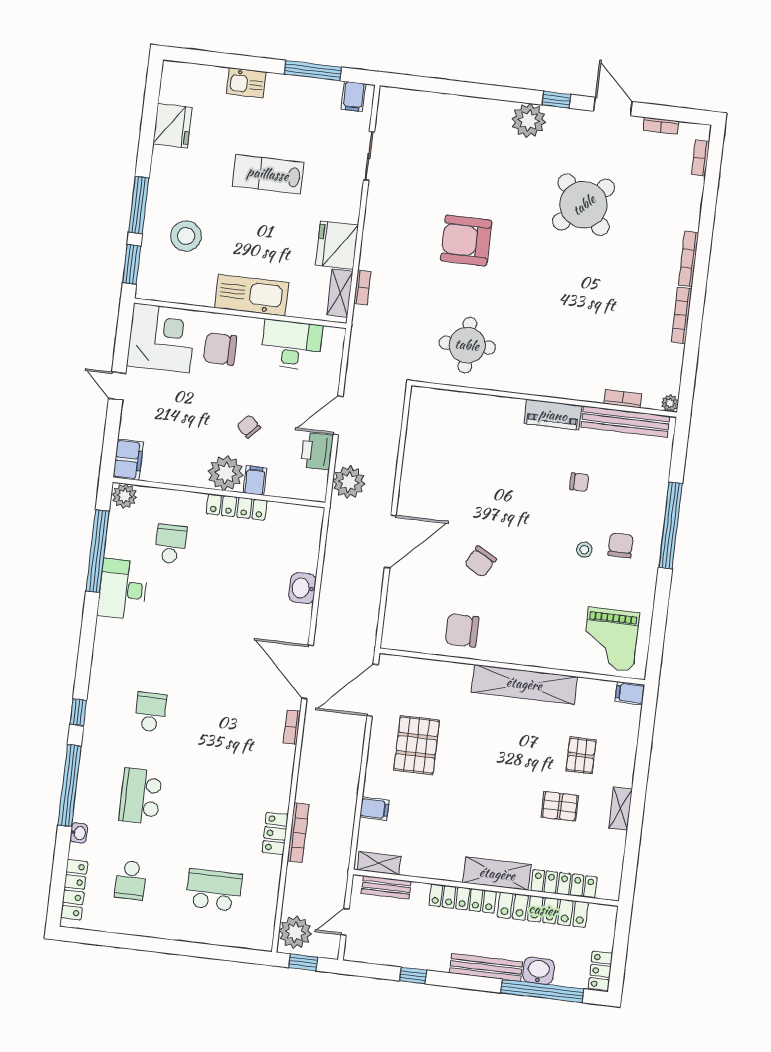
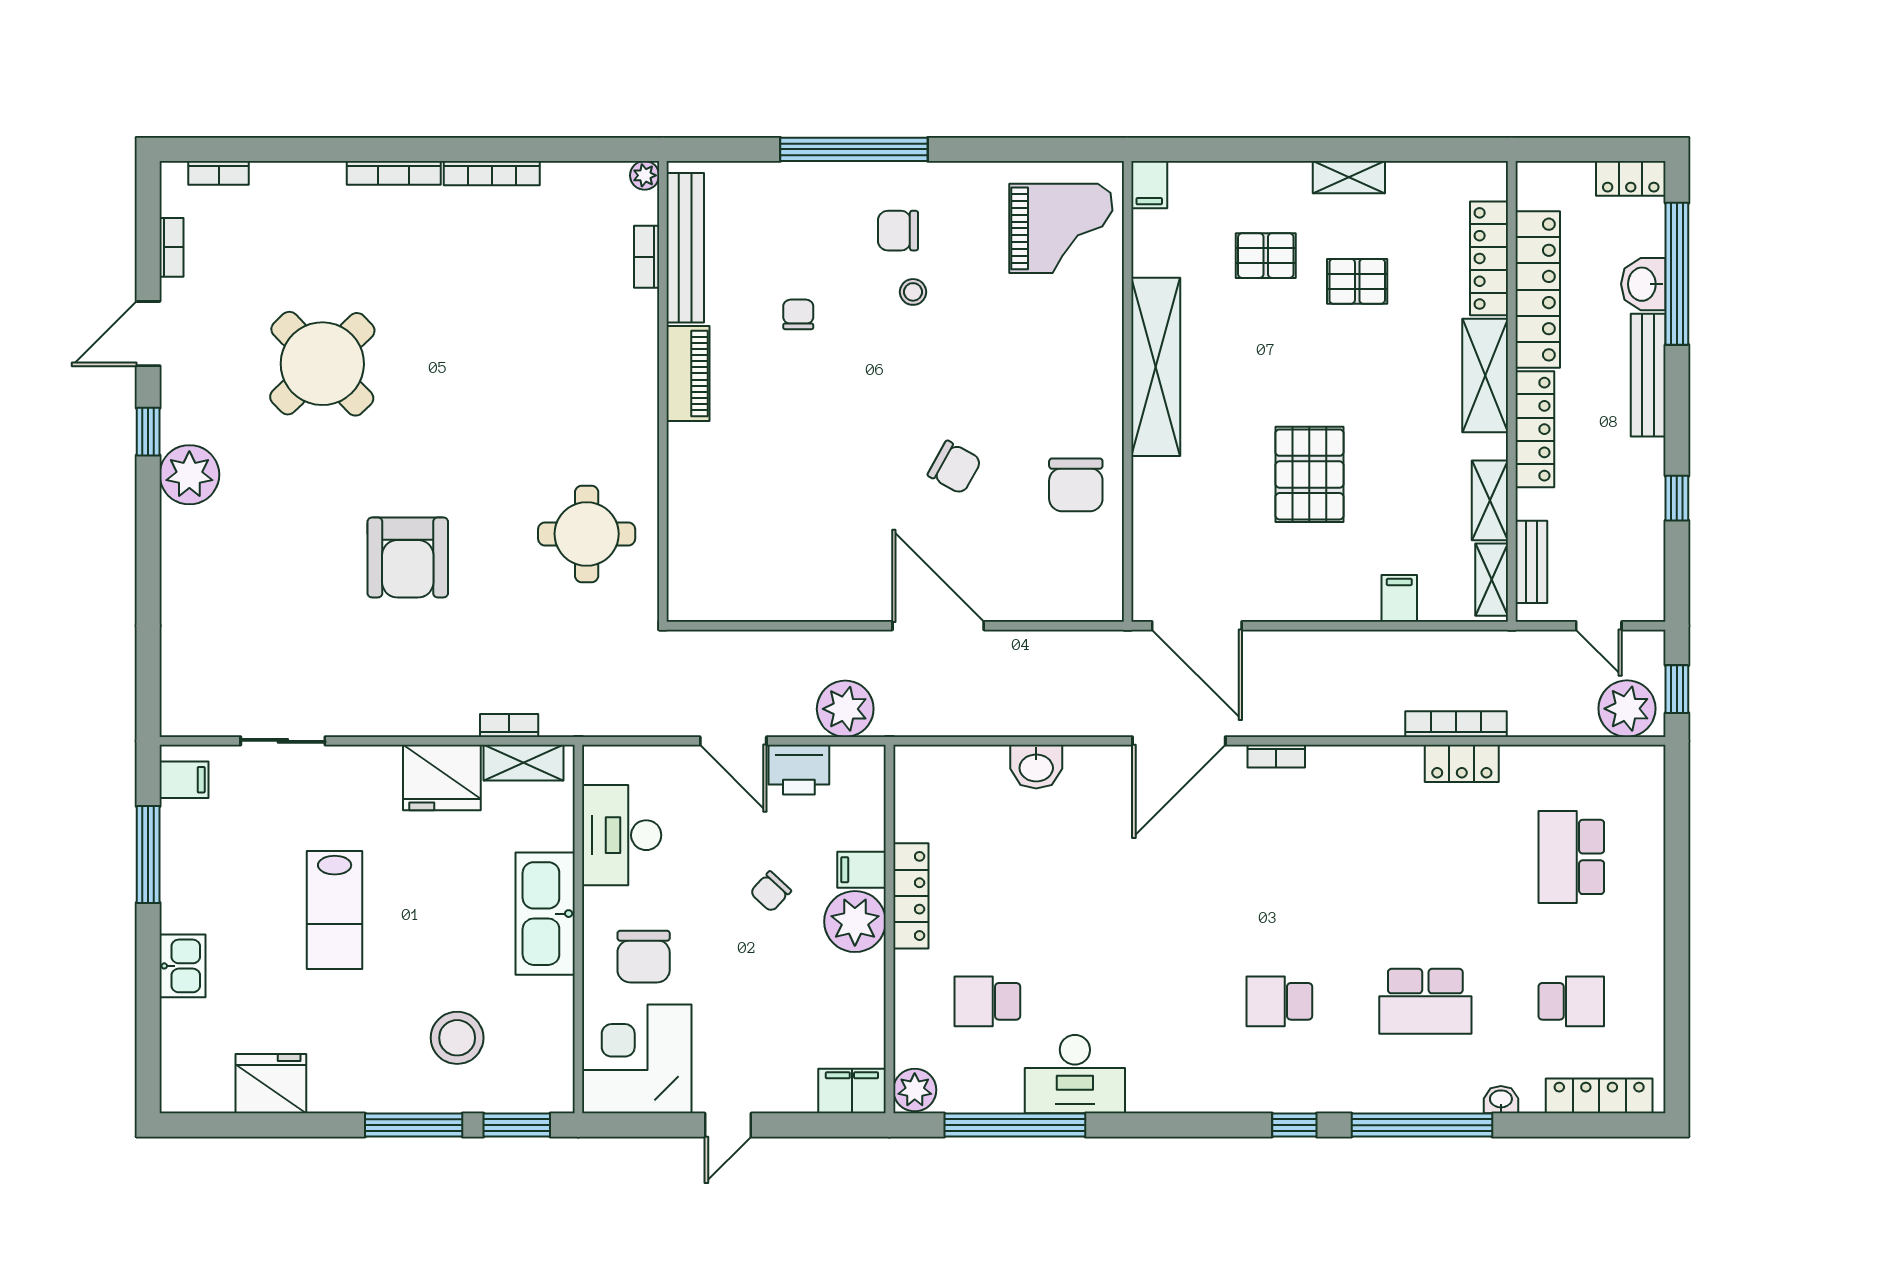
pallet: (417, 745) -> (1309, 474), moved, turned 90
pallet: (560, 806) -> (1357, 281), turned 90
shelving: (425, 868) -> (1490, 500), added

